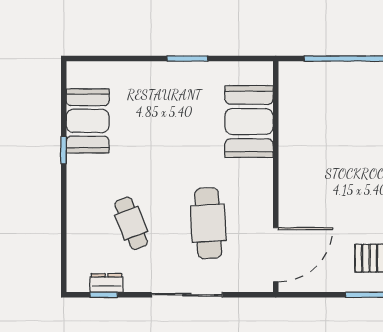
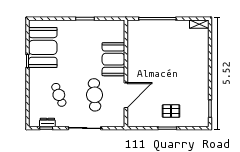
booth: (88, 121) -> (43, 47), width x1.36, depth x1.42
booth: (249, 121) -> (113, 59), moved
door: (276, 255) -> (126, 95), moved

